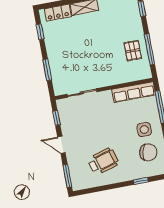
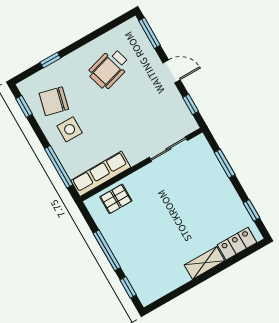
window: (150, 49) -> (107, 250), moved
pallet: (133, 51) -> (116, 199), moved, turned 90

